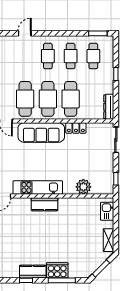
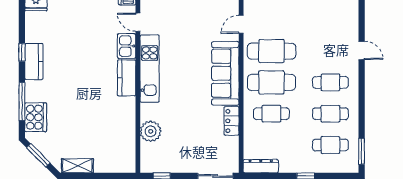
cafe table: (71, 99) -> (271, 114), width x0.73, depth x0.74
kitchen sink: (107, 211) -> (127, 46), moved, turned -90
cooker: (57, 270) -> (36, 117), moved

